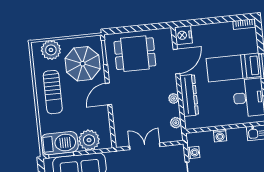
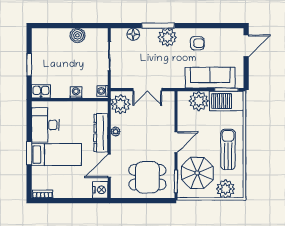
plant: (176, 123) -> (120, 104), width x1.88, depth x1.88
washing machine: (194, 153) -> (102, 91), moved

